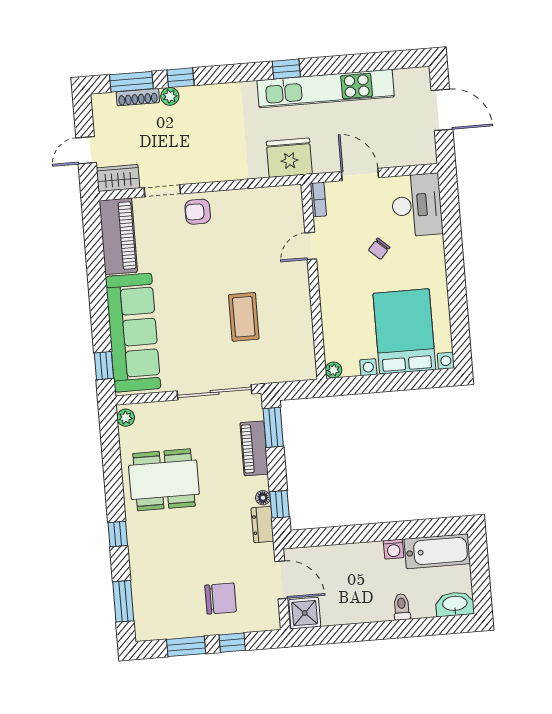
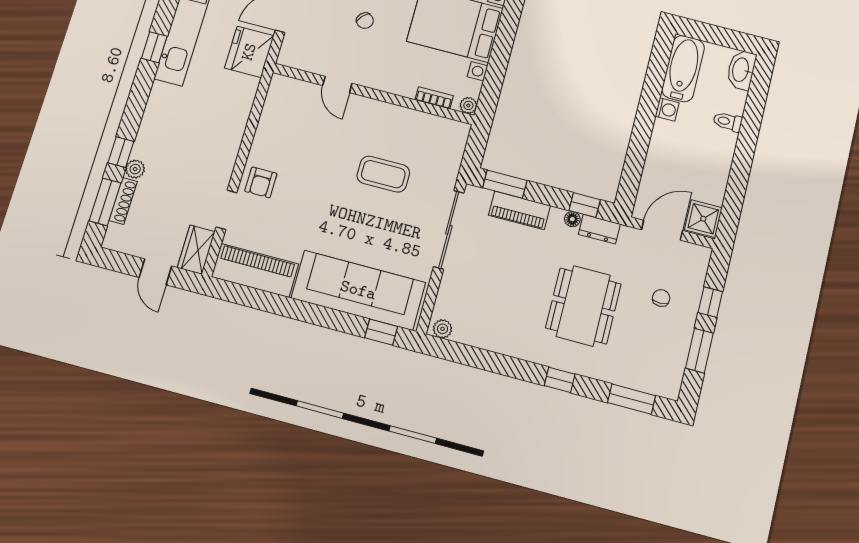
fridge: (289, 158) -> (249, 52), moved
bookcase: (318, 200) -> (434, 98), moved
dining table: (164, 480) -> (583, 306), moved
chair: (221, 598) -> (661, 298), width x0.54, depth x0.54

